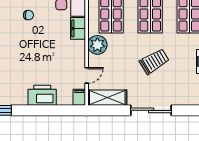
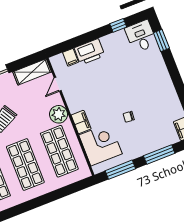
filing cabinet: (79, 97) -> (70, 57), moved

